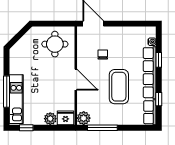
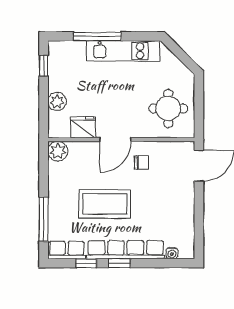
chair: (103, 55) -> (142, 162), moved
window: (159, 60) -> (119, 263), moved
kitchen unit: (16, 99) -> (123, 51), moved
fridge: (66, 118) -> (83, 127), moved, turned -90
window: (102, 128) -> (44, 219), moved

